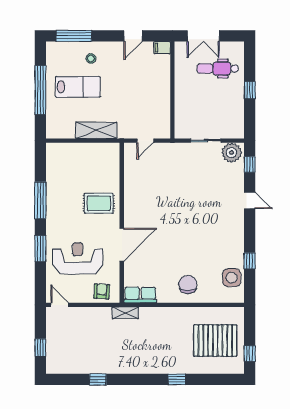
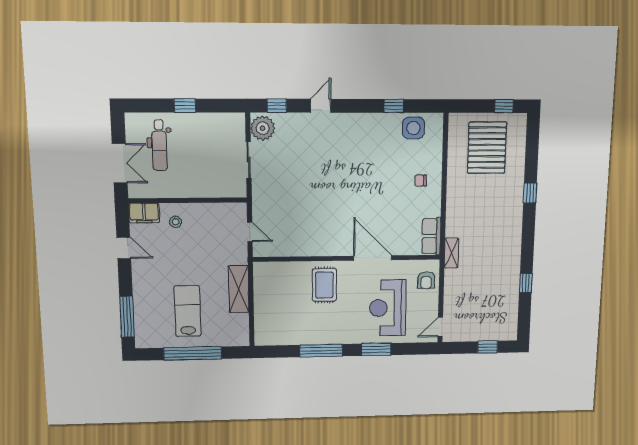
filing cabinet: (162, 48) -> (144, 213), width x2.00
stool: (91, 58) -> (176, 222), moved
chair: (188, 285) -> (420, 181), width x0.54, depth x0.54
armchair: (102, 291) -> (426, 280), turned -93

